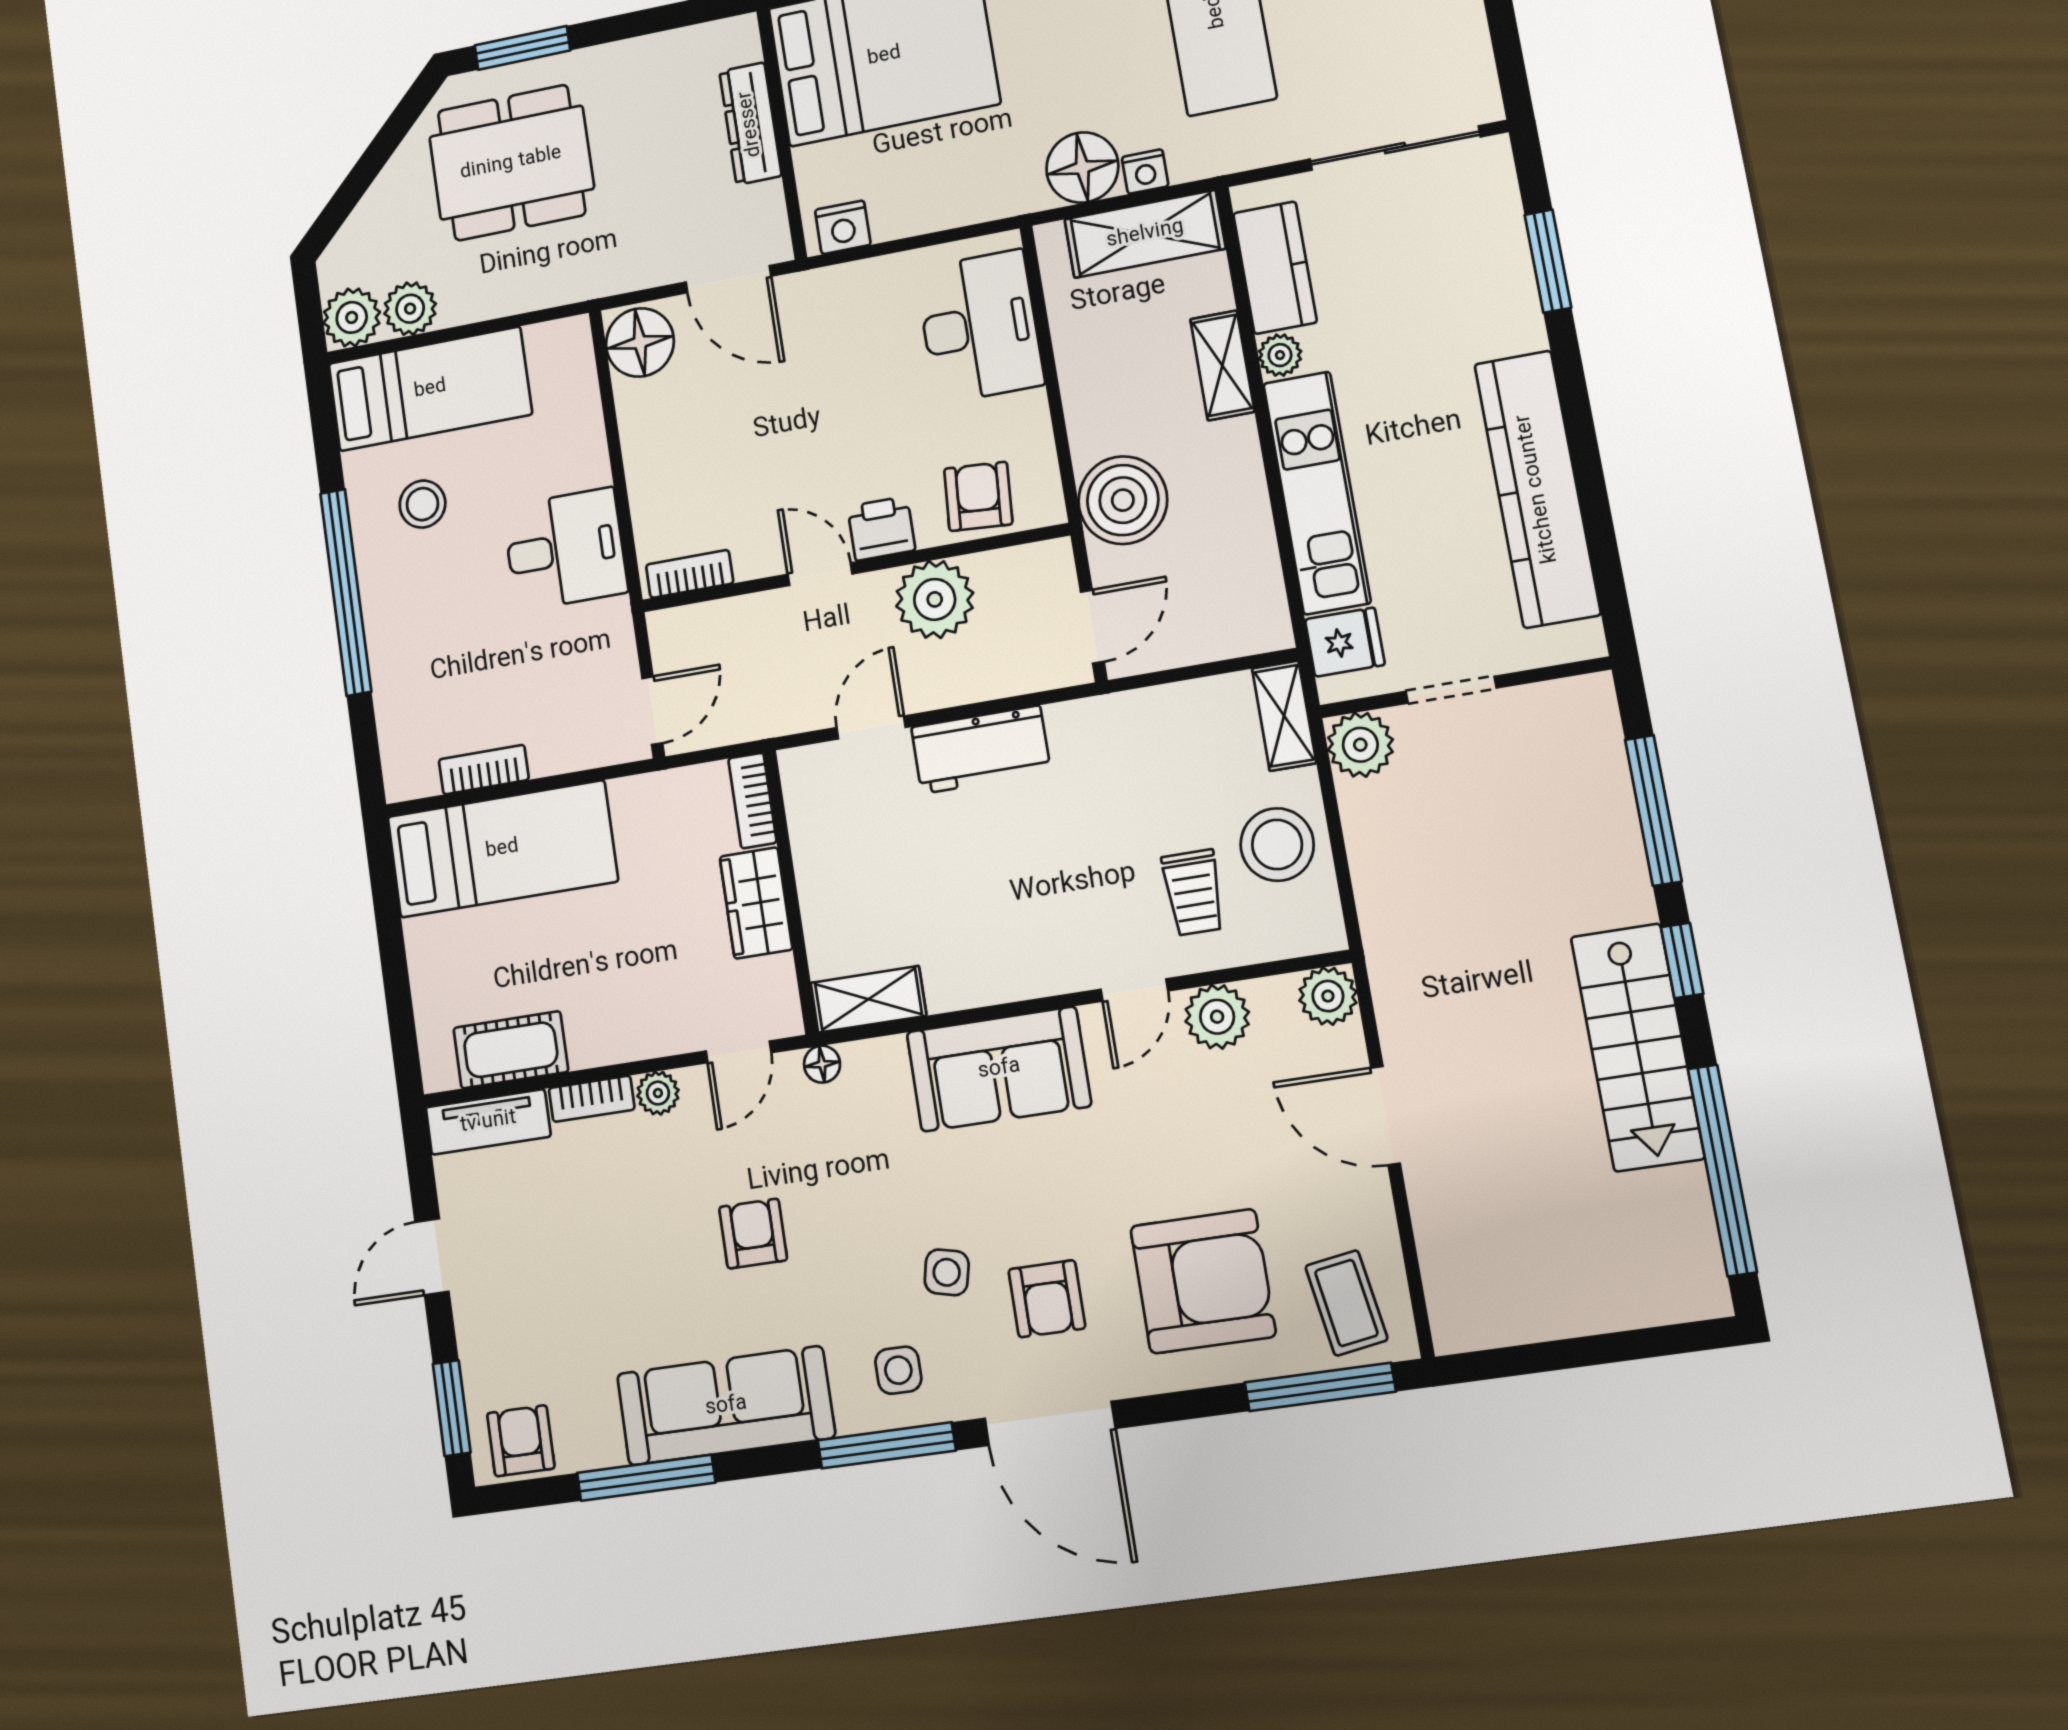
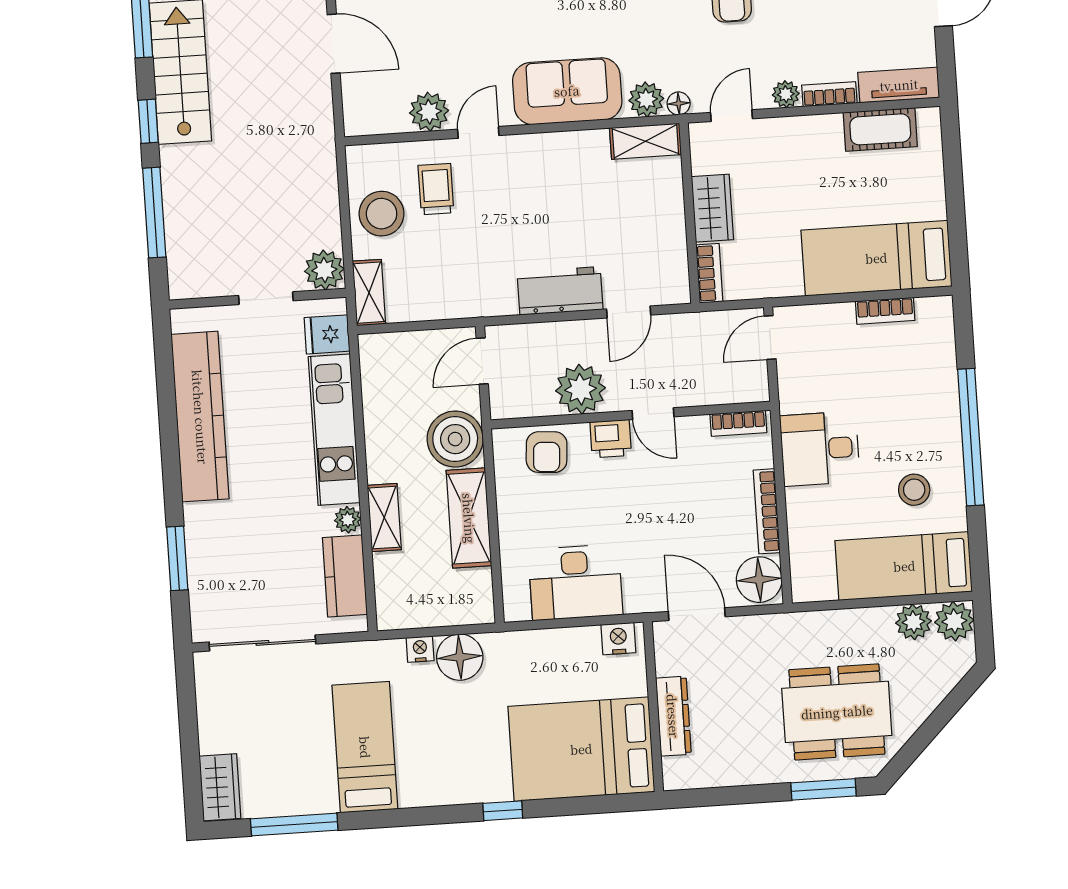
shelving: (1145, 234) -> (469, 518), moved, turned 90
desk: (980, 327) -> (575, 582), moved, turned -90
bookcase: (637, 446) -> (767, 511), added
plant: (1328, 996) -> (646, 99), moved

